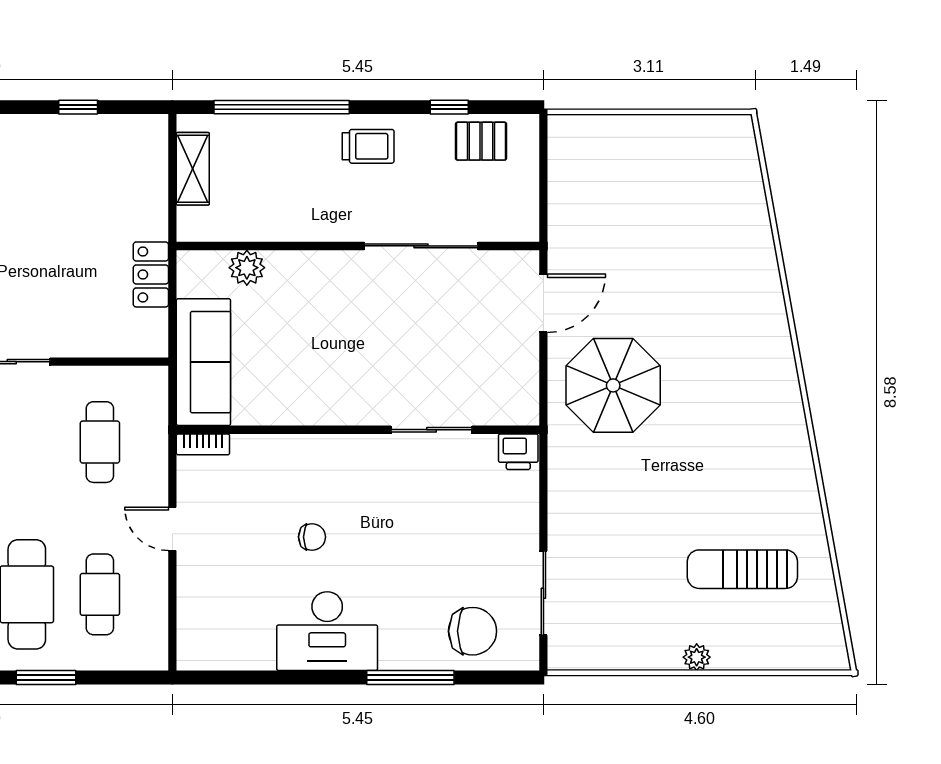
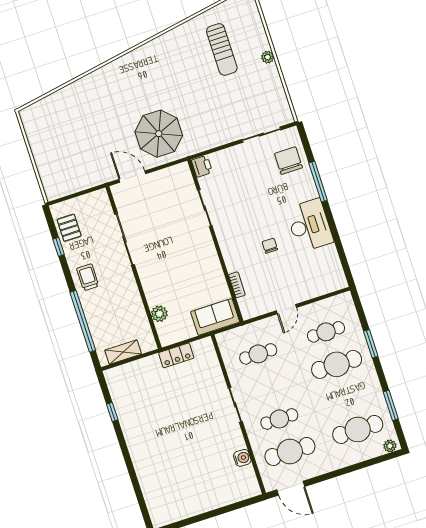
sofa: (203, 362) -> (215, 317), width x0.73
bookcase: (203, 444) -> (237, 285), moved

